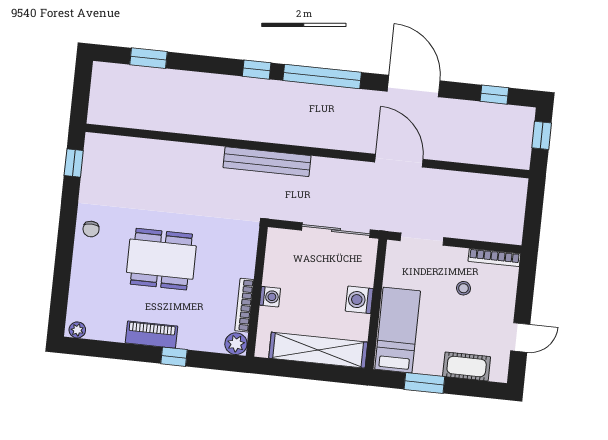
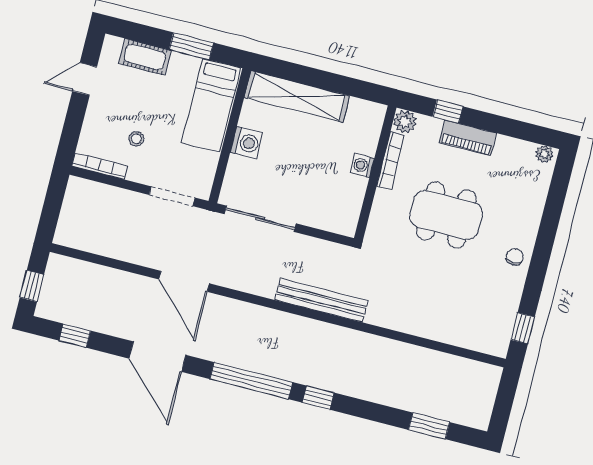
wall: (257, 291) -> (375, 173), moved
washing machine: (270, 297) -> (362, 165), moved
bookcase: (244, 305) -> (390, 160), moved
plant: (236, 344) -> (405, 122), moved

